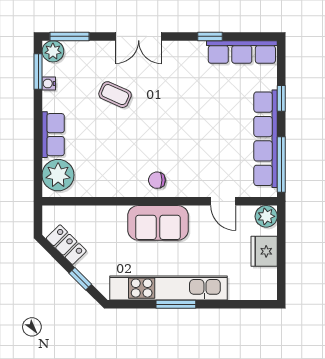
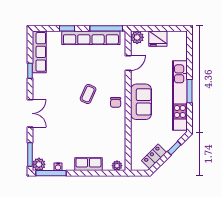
window: (38, 72) -> (51, 173), width x1.44
coffee table: (115, 95) -> (88, 94), moved
plant: (58, 175) -> (117, 166), width x0.53, depth x0.53

